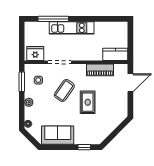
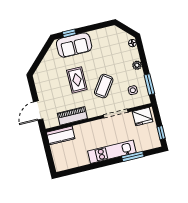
window: (53, 19) -> (133, 156), width x0.69
window: (22, 34) -> (161, 133), added
sofa: (58, 135) -> (74, 45), moved

